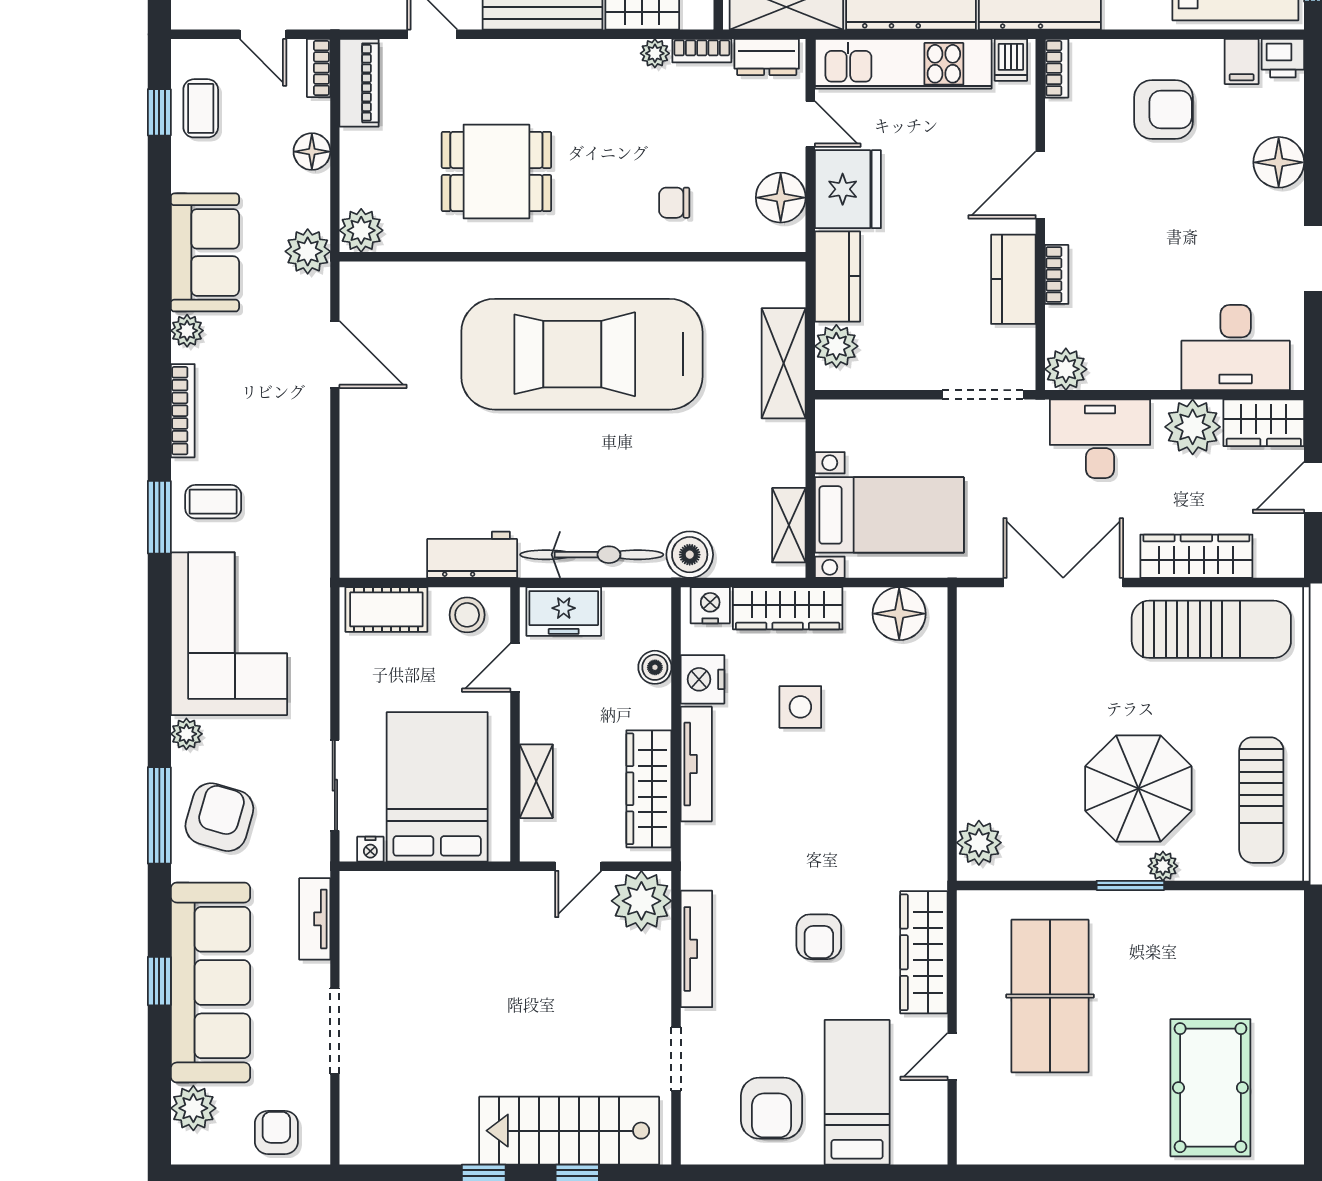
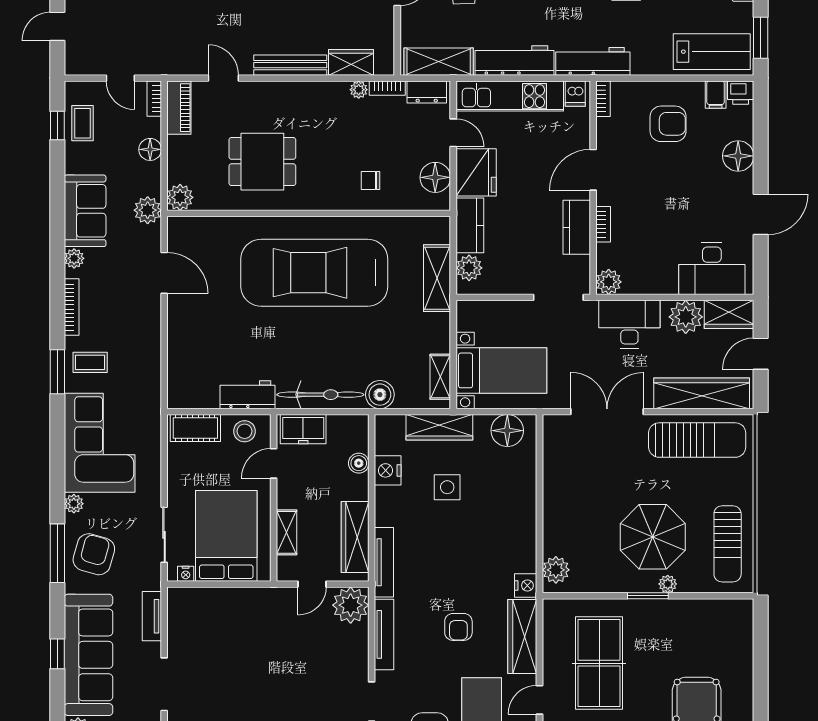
wardrobe: (1196, 556) -> (702, 393), width x1.40, depth x1.17
nightstand: (710, 605) -> (526, 585), moved, turned 90
tv unit: (696, 764) -> (384, 562), moved

